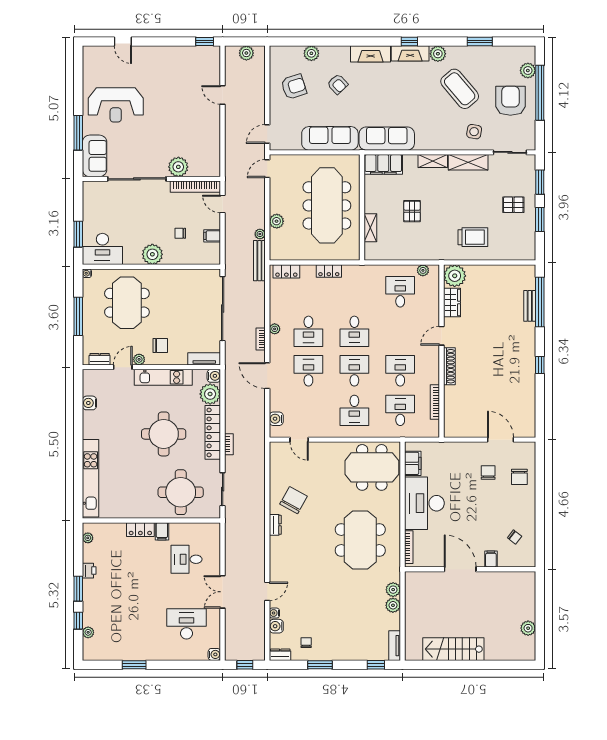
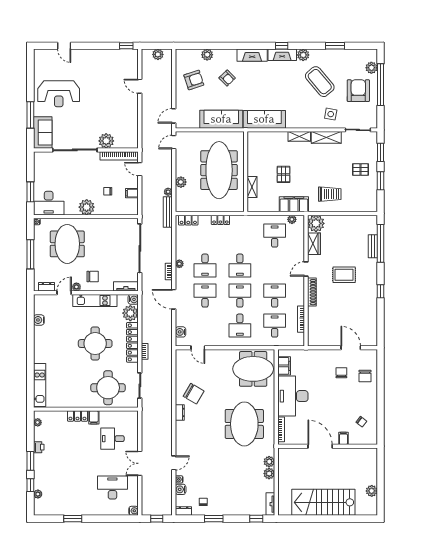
filing cabinet: (383, 164) -> (294, 204), moved, turned 180
rug: (492, 343) -> (344, 275), added
kitchen unit: (91, 478) -> (40, 385), width x0.73
chair: (294, 500) -> (194, 394), turned 91
stairs: (453, 649) -> (323, 502), width x1.36, depth x1.51

